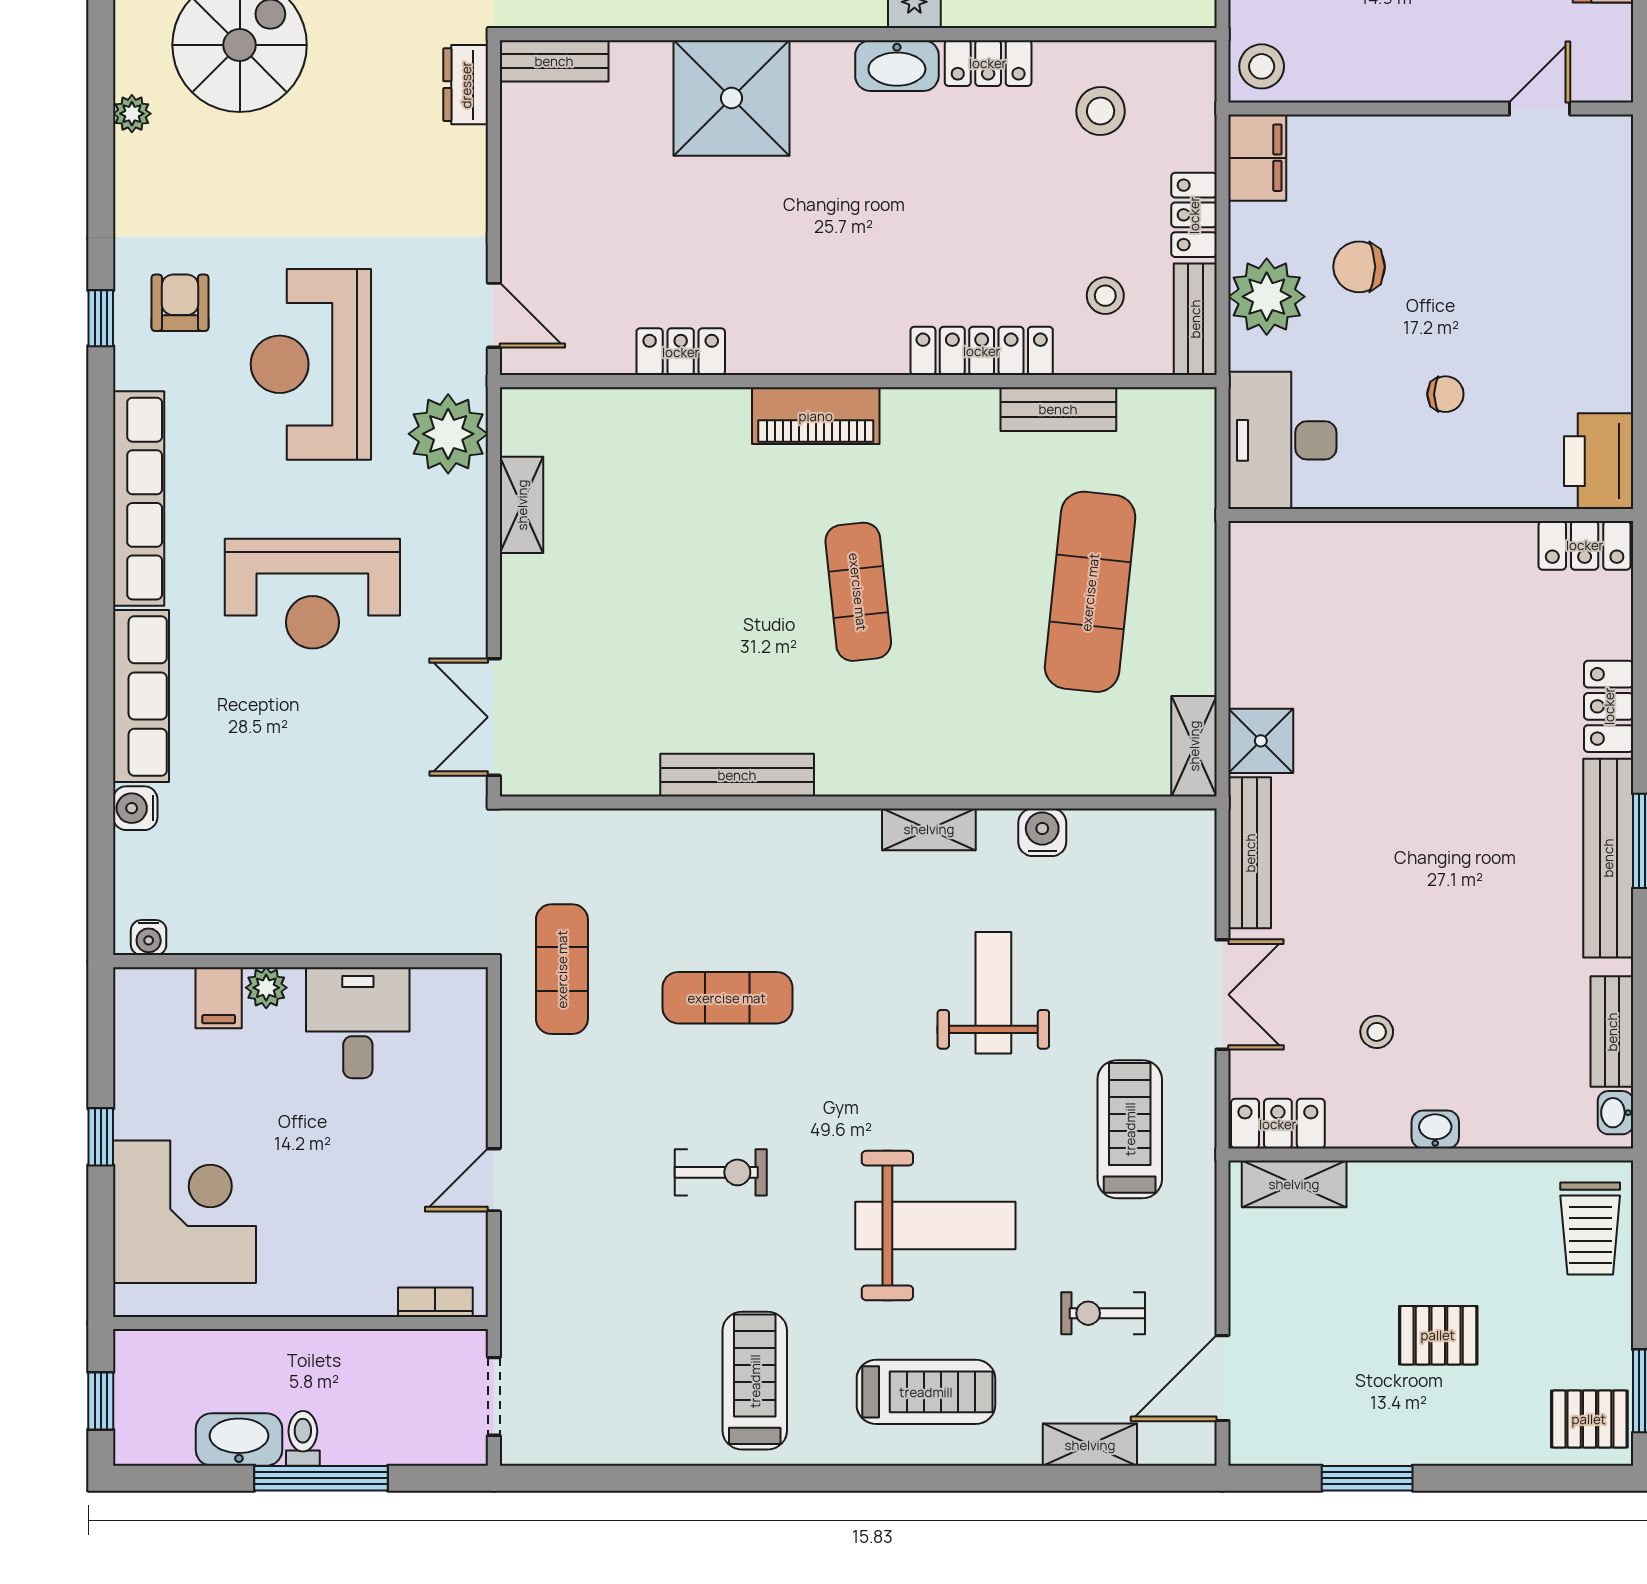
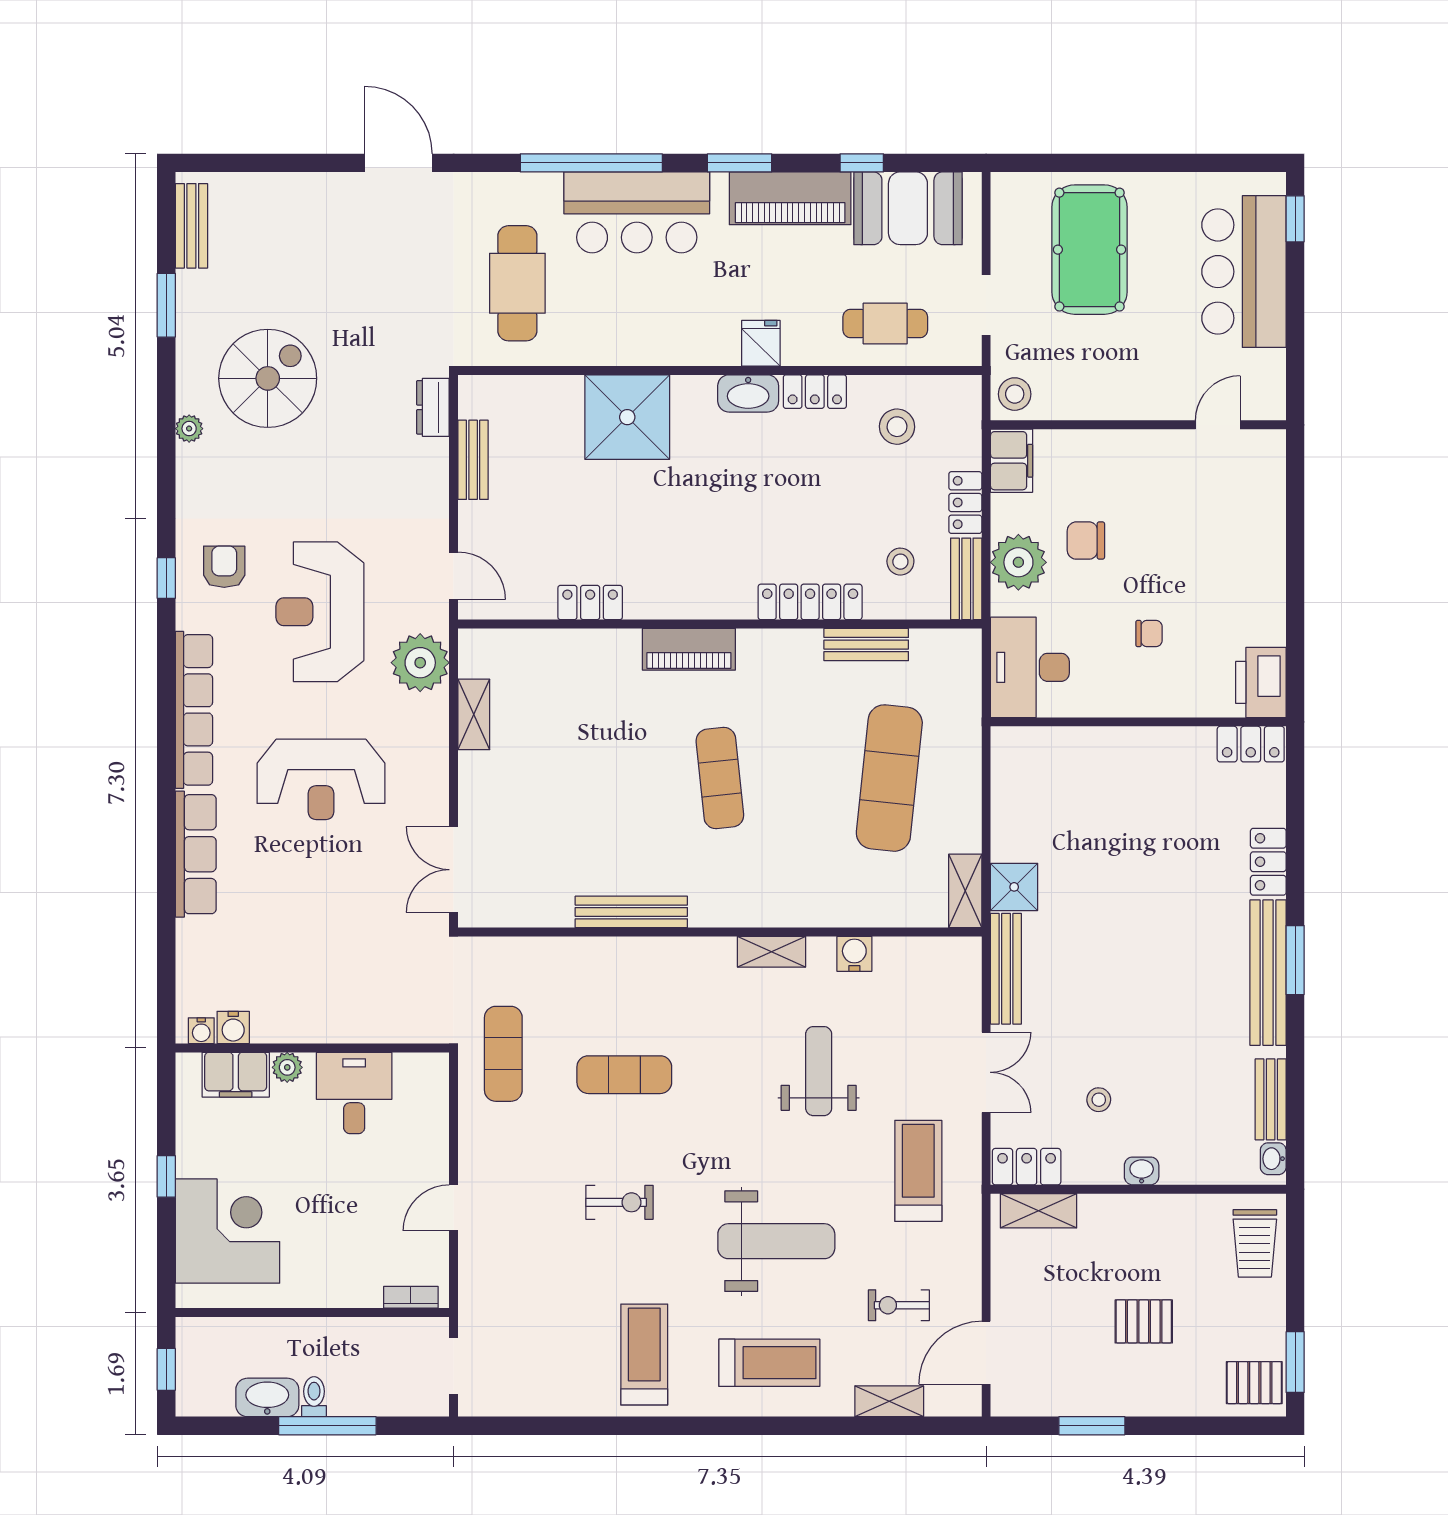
bench: (554, 61) -> (473, 460), moved, turned 90
water cooler: (135, 808) -> (233, 1027), moved, turned -90
filing cabinet: (219, 998) -> (236, 1075), width x2.00

